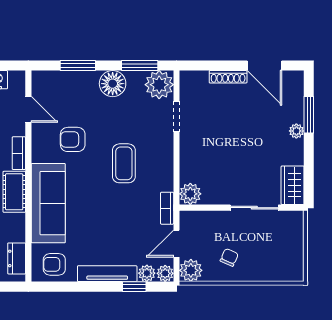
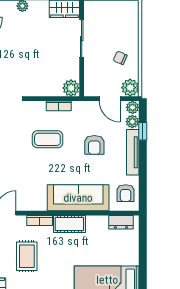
armchair: (73, 139) -> (94, 145), moved
bookcase: (167, 208) -> (59, 106), moved

